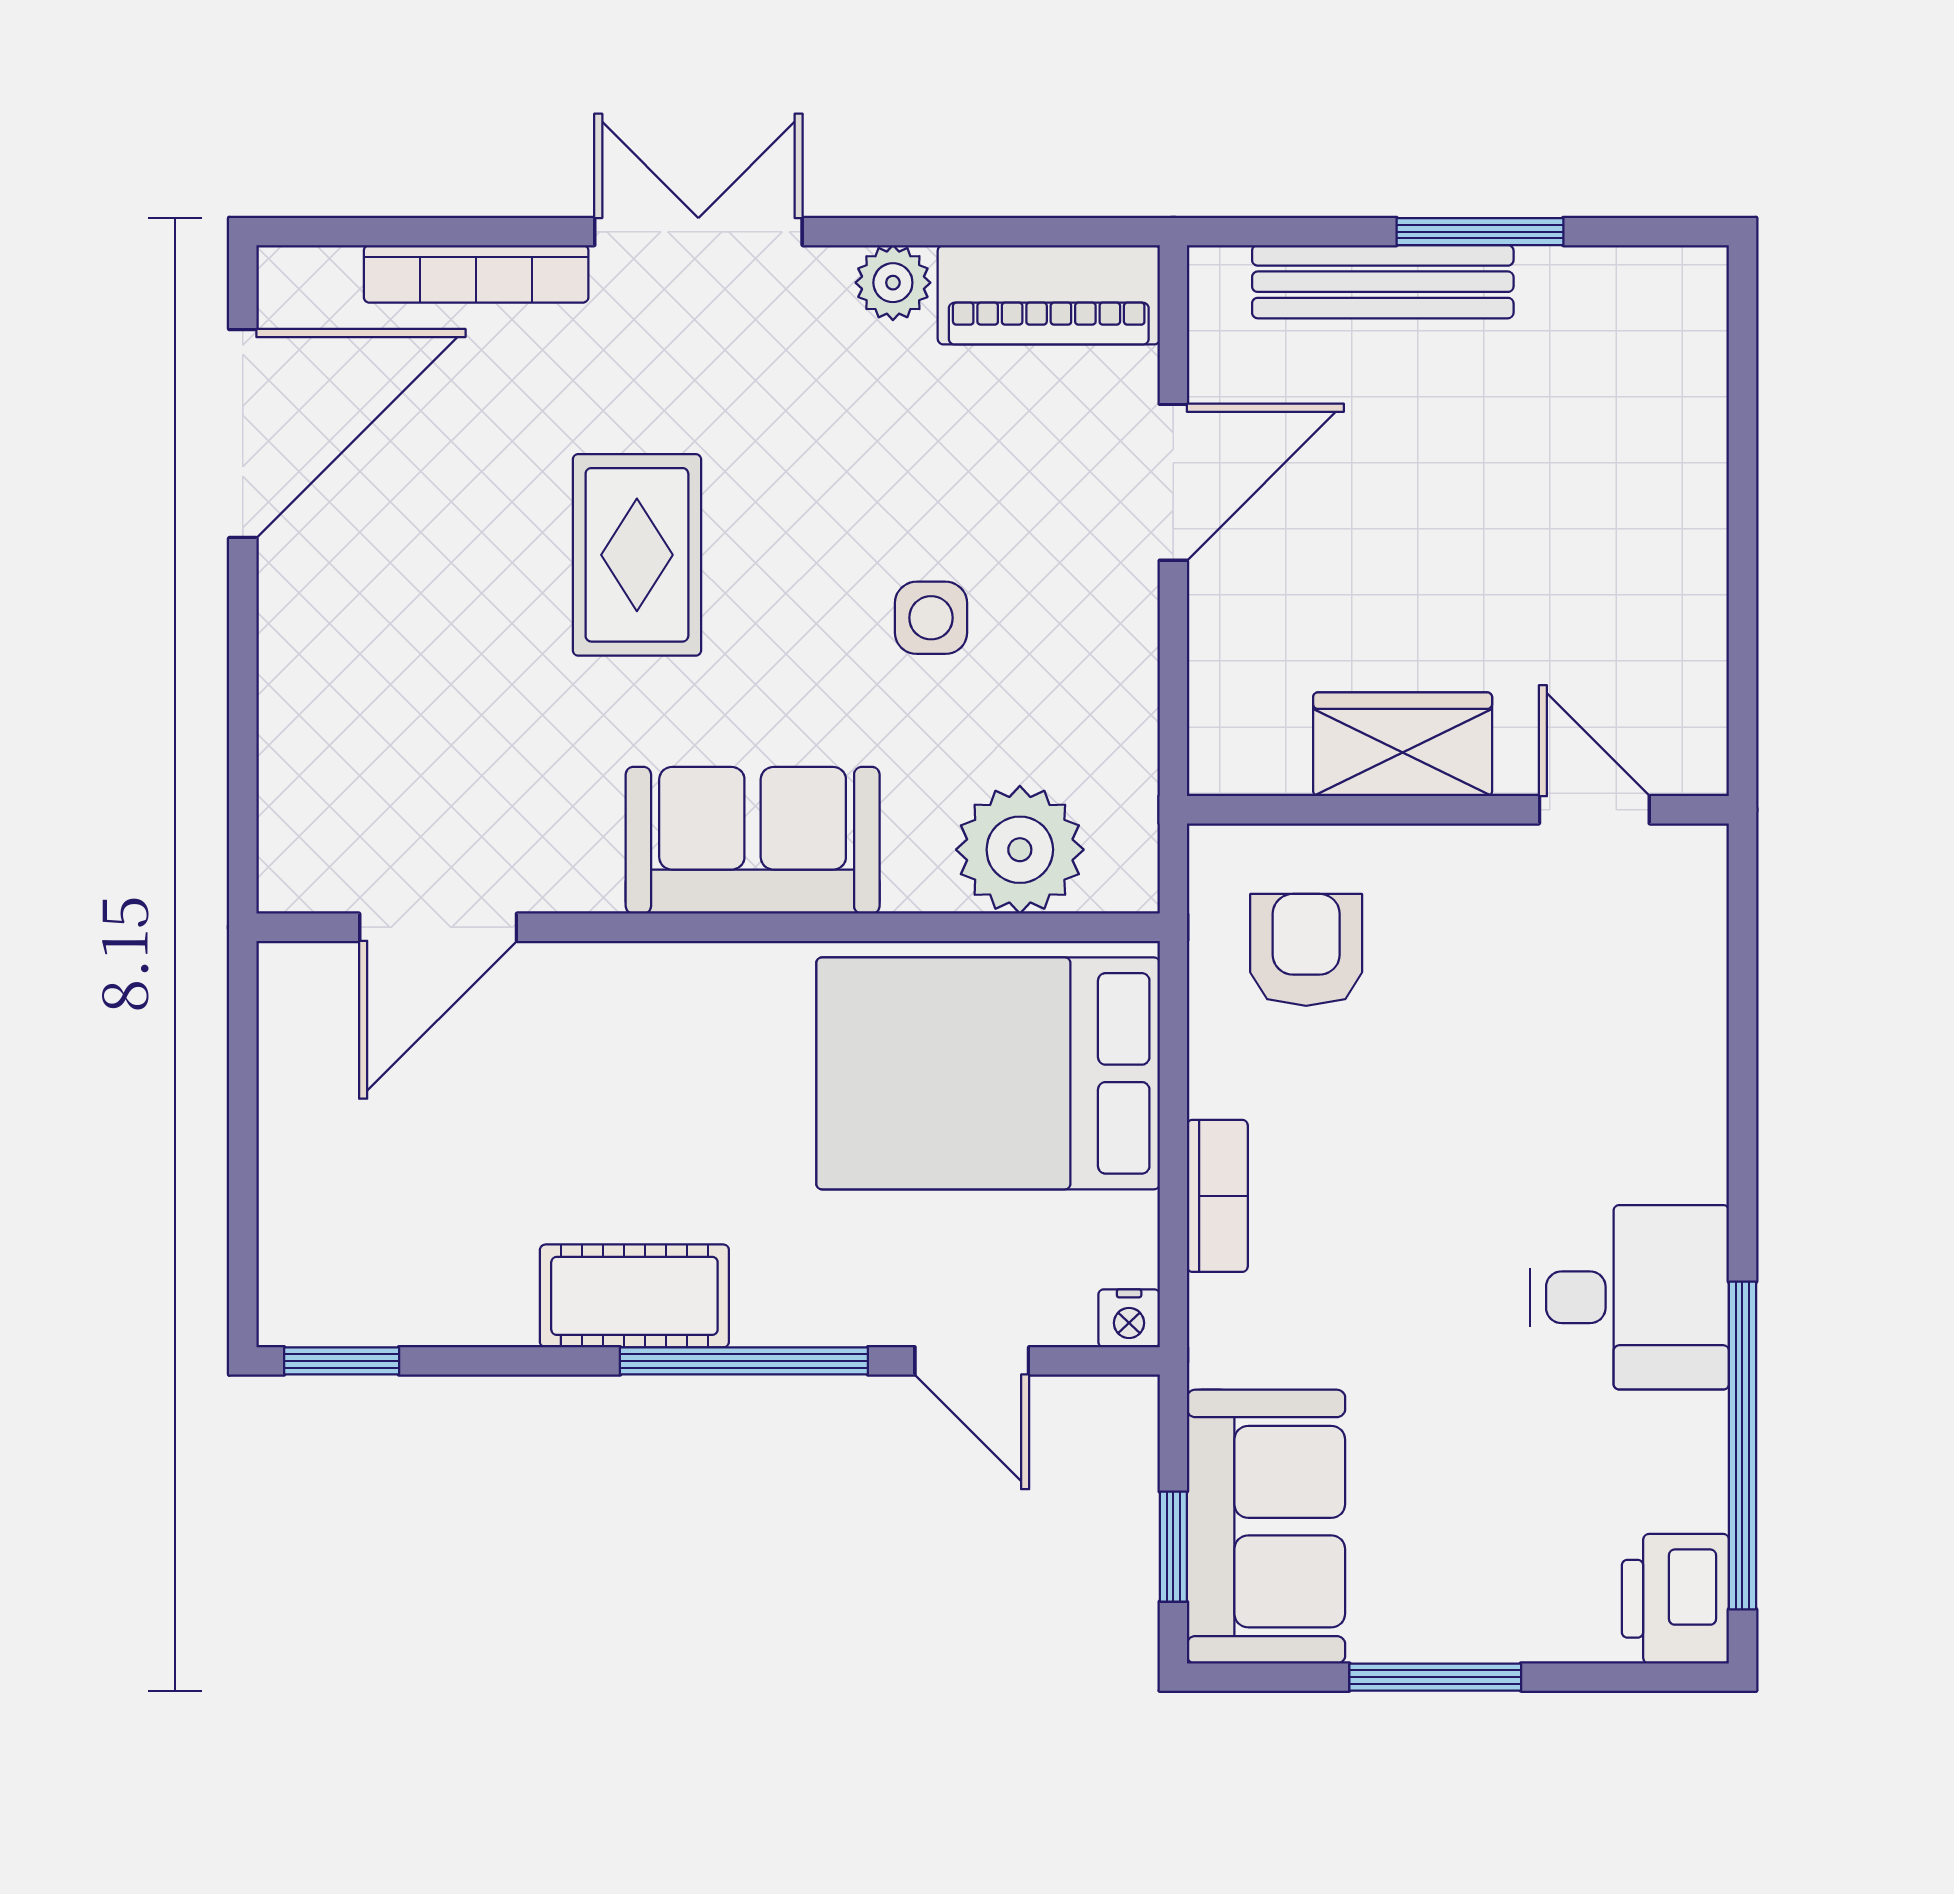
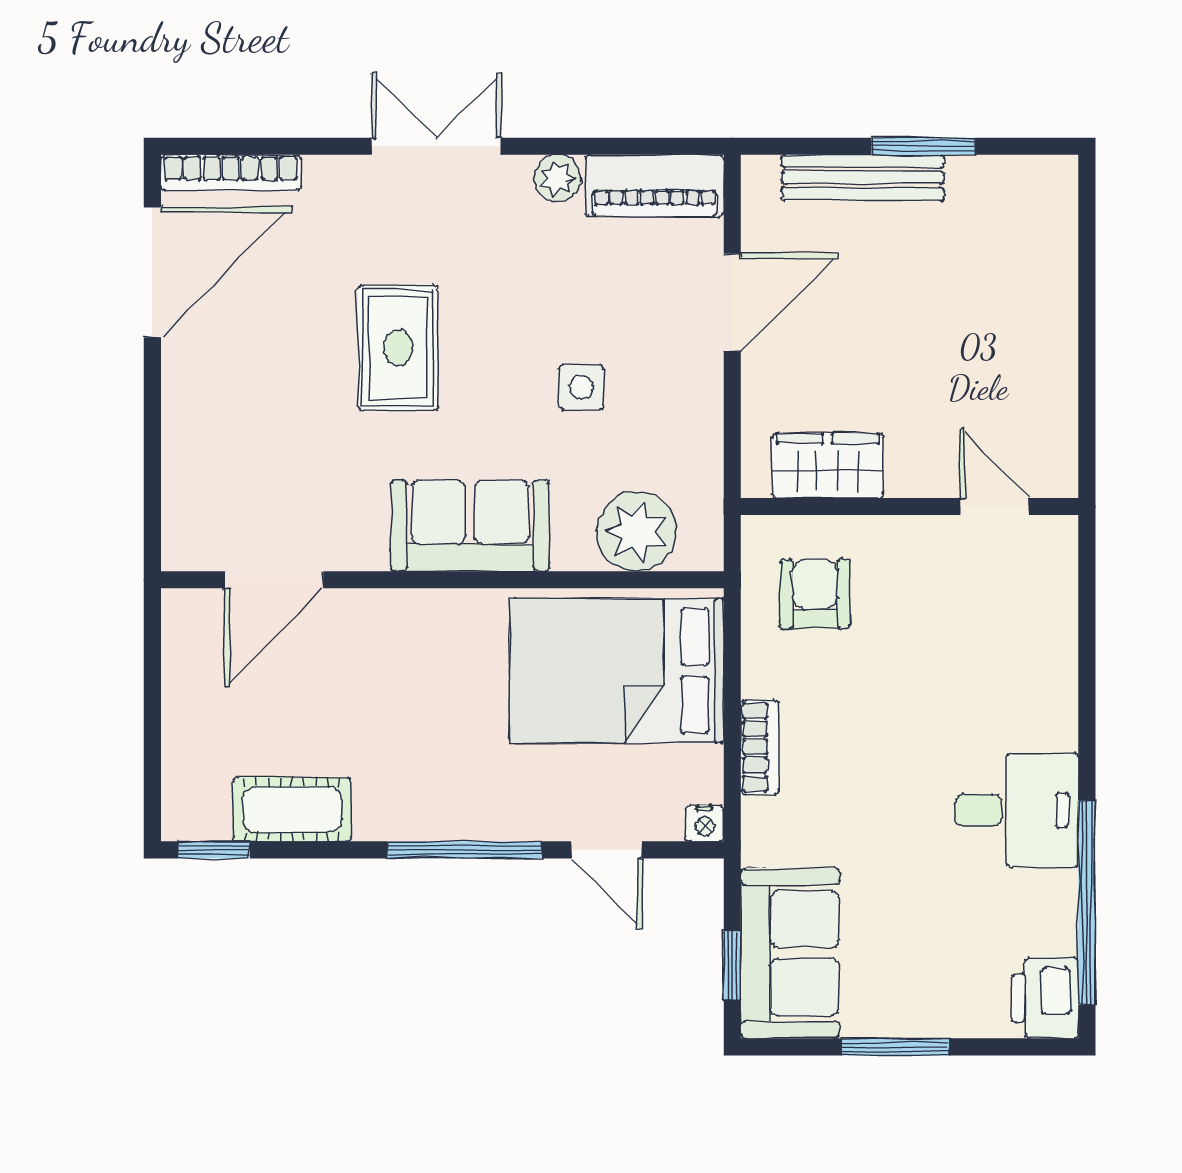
bookcase: (476, 274) -> (231, 173), moved
wardrobe: (1403, 744) -> (828, 466), moved
cot: (634, 1296) -> (292, 809), moved

